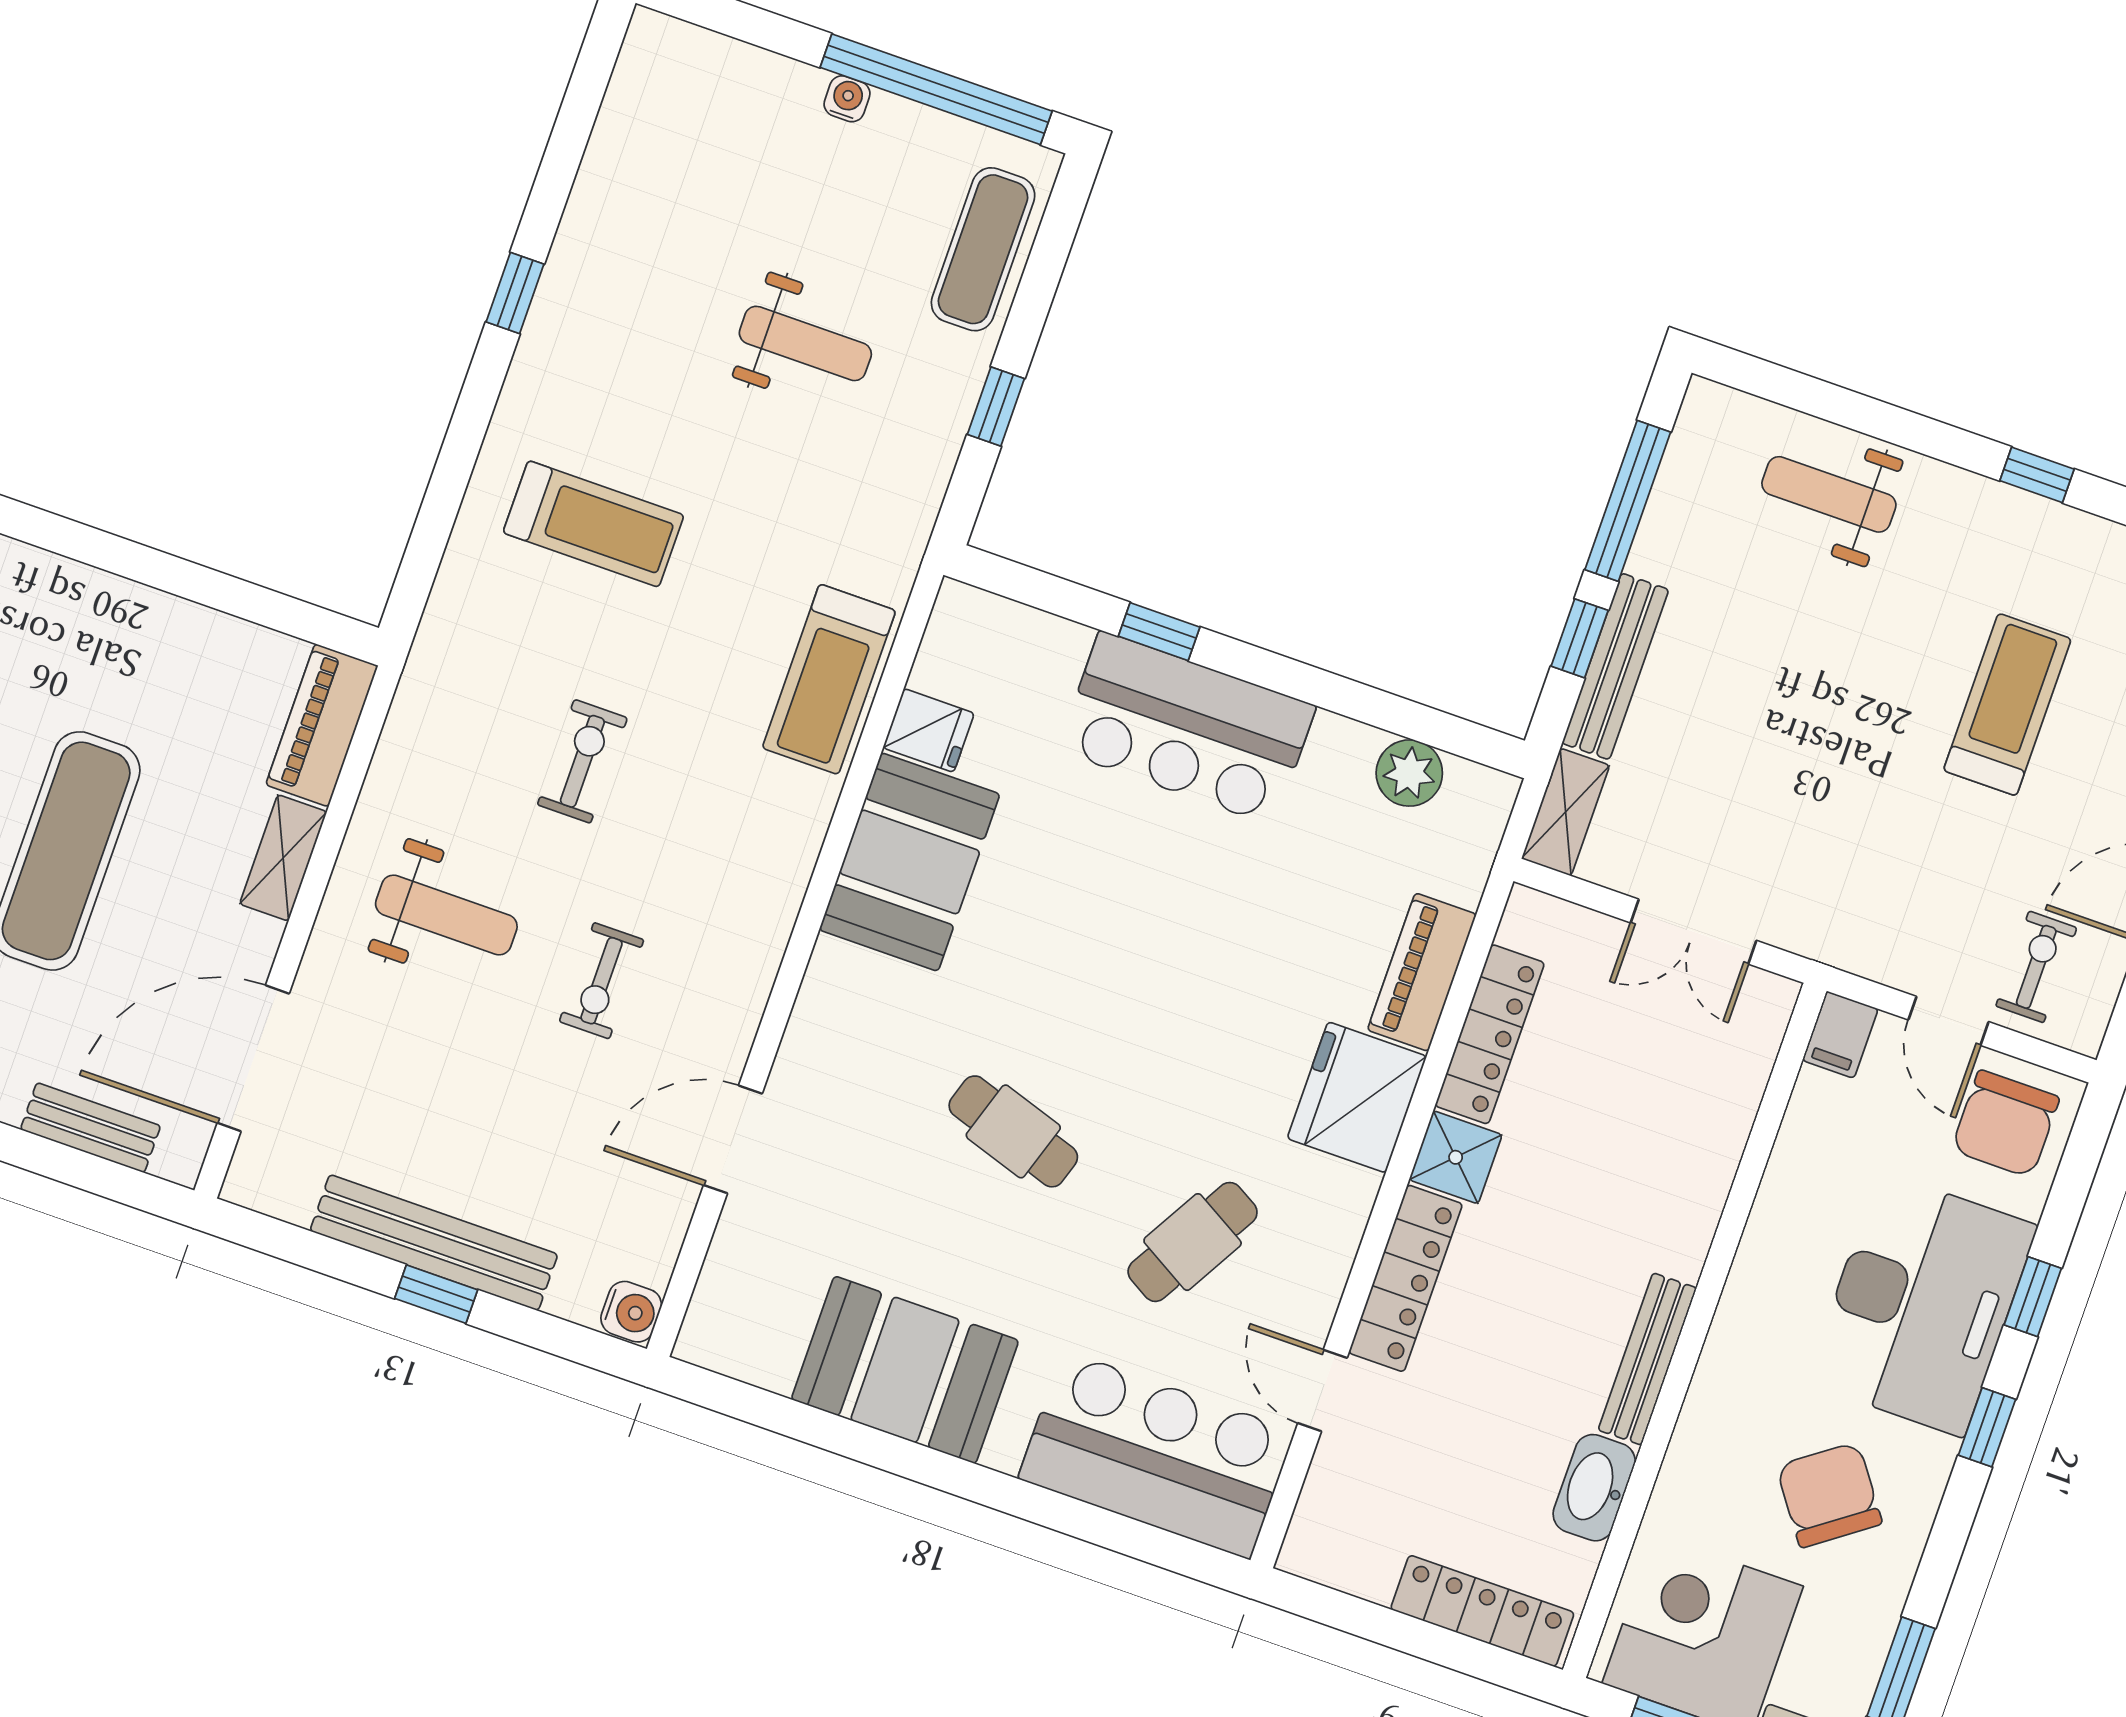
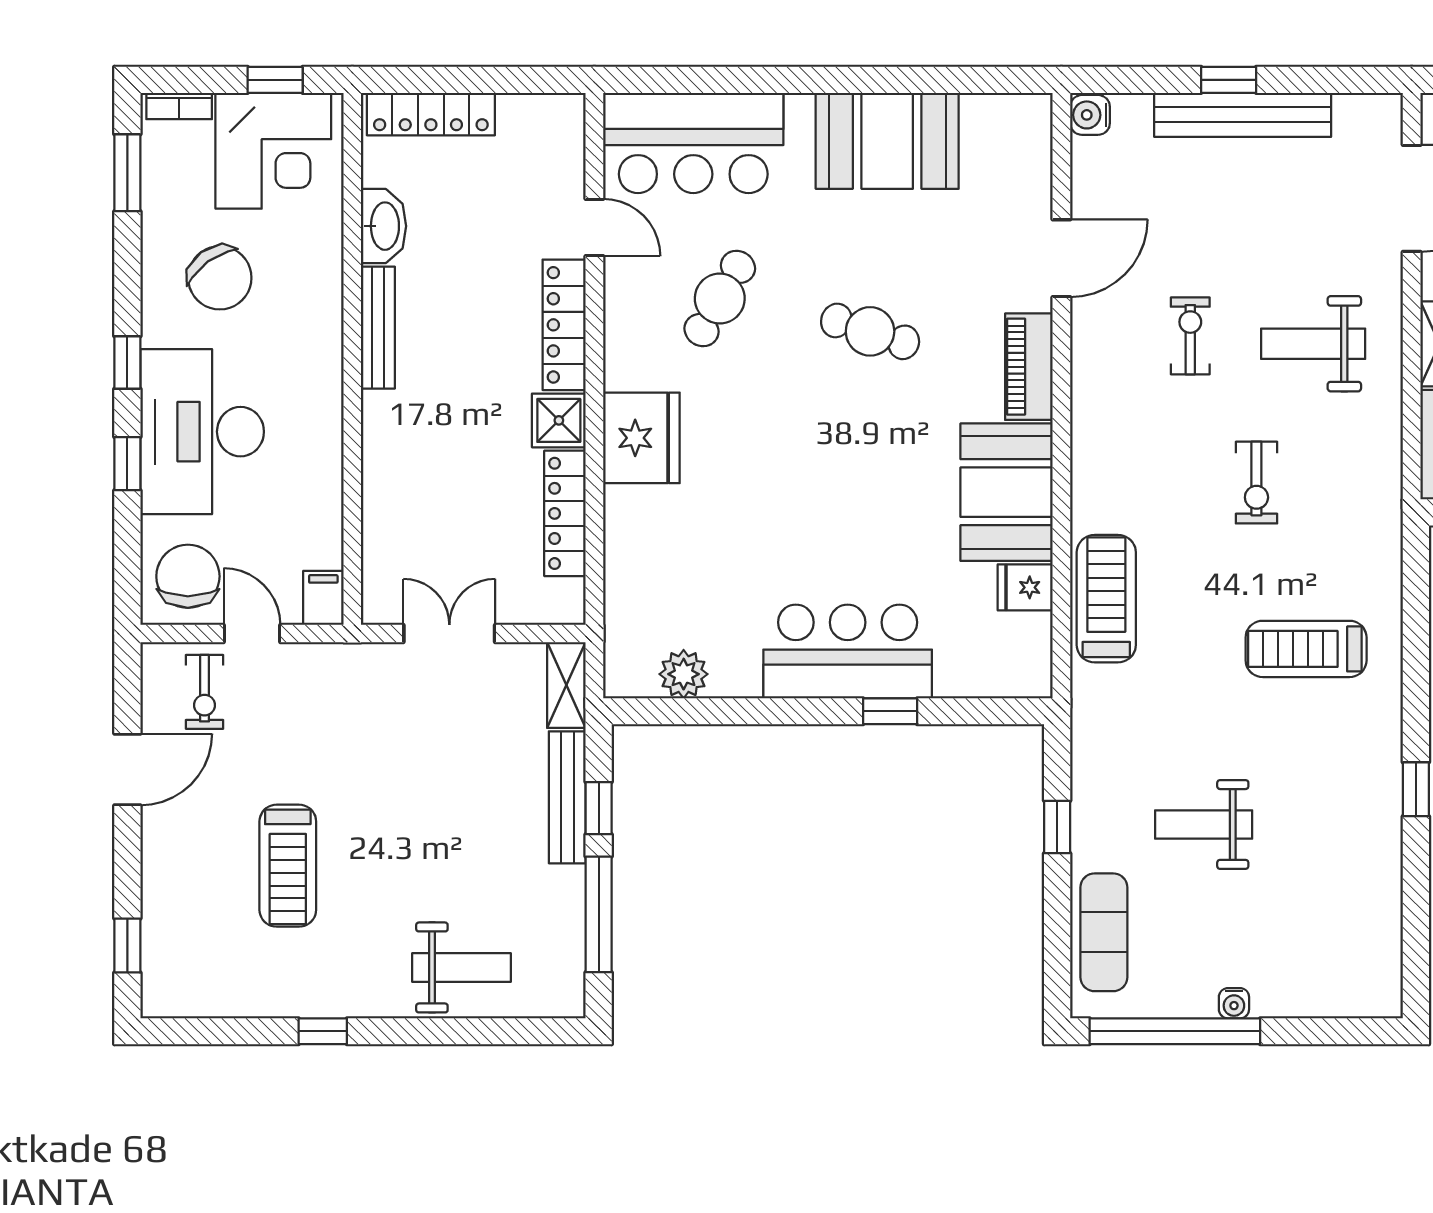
piano: (1422, 972) -> (1029, 367), moved, turned 180

